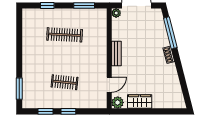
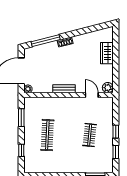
wardrobe: (140, 102) -> (107, 53), moved

